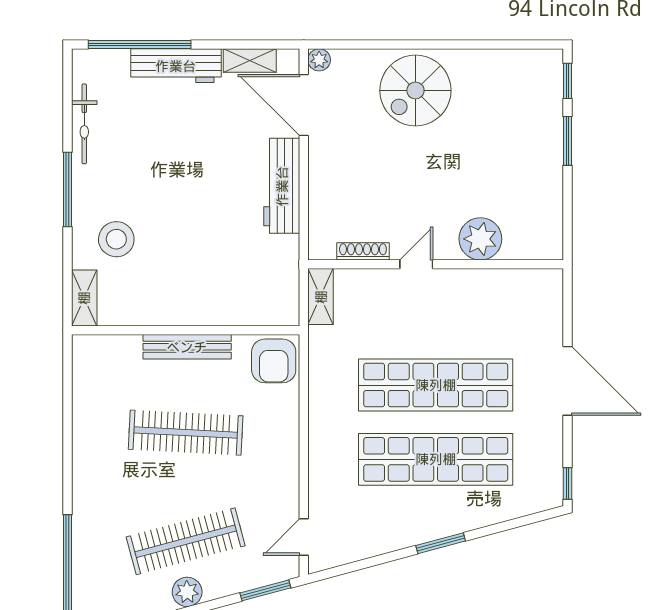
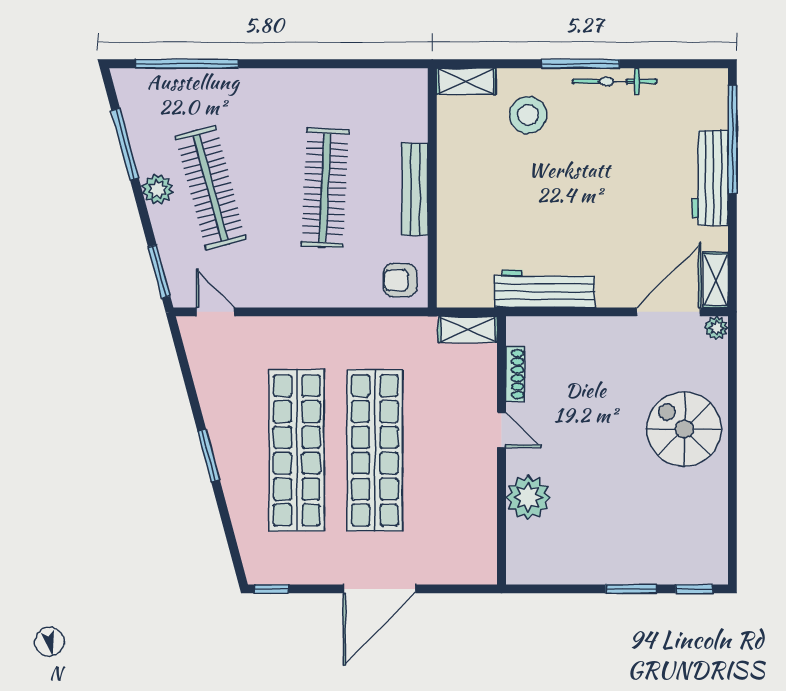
shelving: (250, 61) -> (716, 280), moved
bicycle: (84, 124) -> (615, 81), moved
workbench: (282, 186) -> (544, 289), moved
armchair: (274, 361) -> (400, 280), width x0.72, depth x0.72

